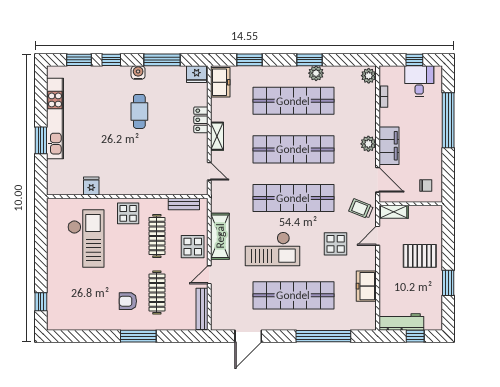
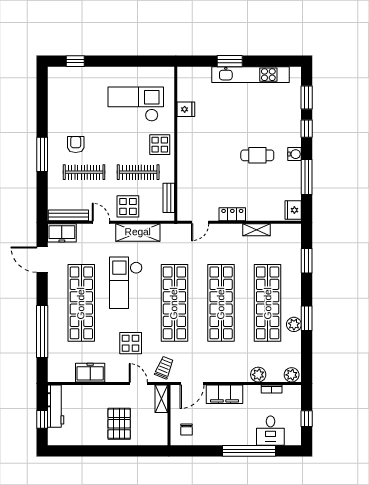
desk: (419, 81) -> (270, 431), moved, turned 90
freezer: (220, 82) -> (62, 233), moved
locker: (201, 120) -> (232, 214), moved
shelving: (217, 136) -> (256, 230), moved
plant: (368, 144) -> (258, 375), moved
checkout: (86, 239) -> (136, 104), turned 180
window: (448, 283) -> (93, 451), removed

